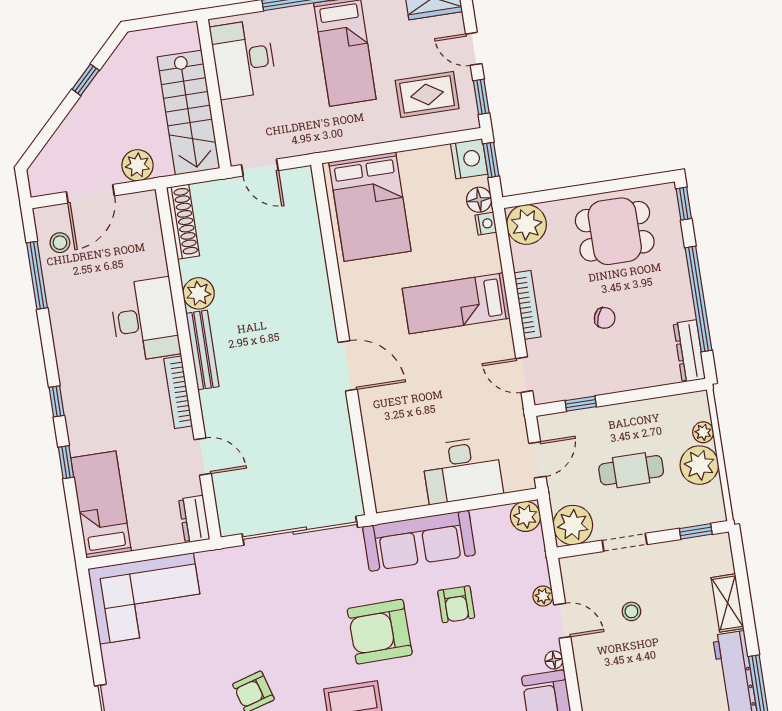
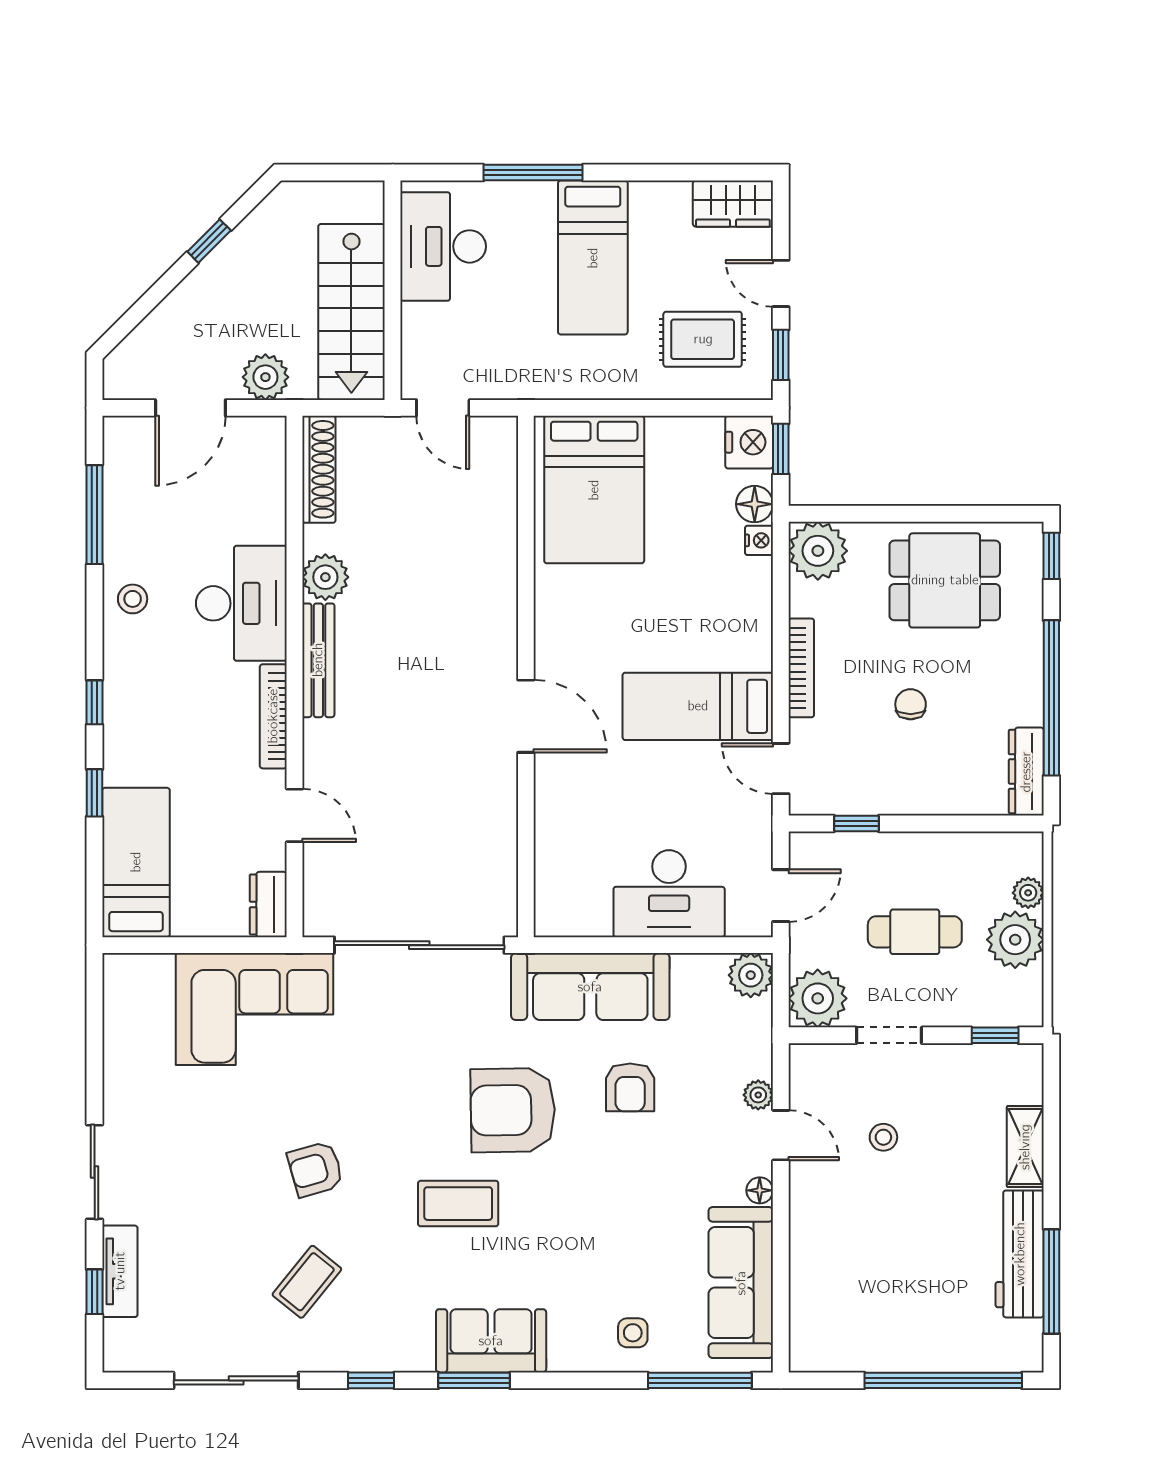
stool: (60, 243) -> (133, 599), moved
bed: (456, 303) -> (698, 706), moved
chair: (605, 318) -> (911, 704), turned -111
corner sofa: (146, 598) -> (254, 1009), moved

